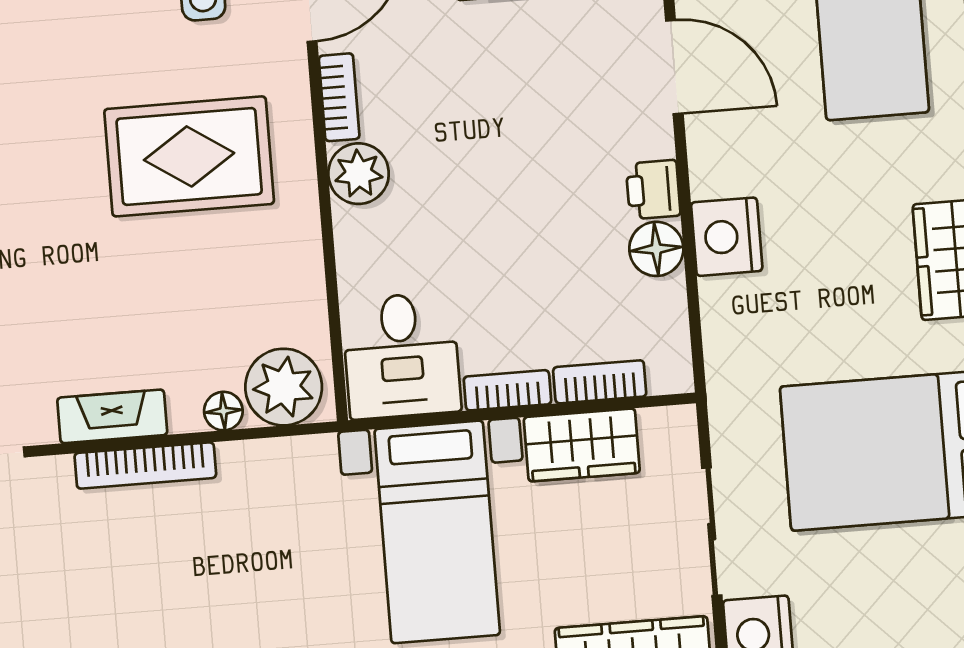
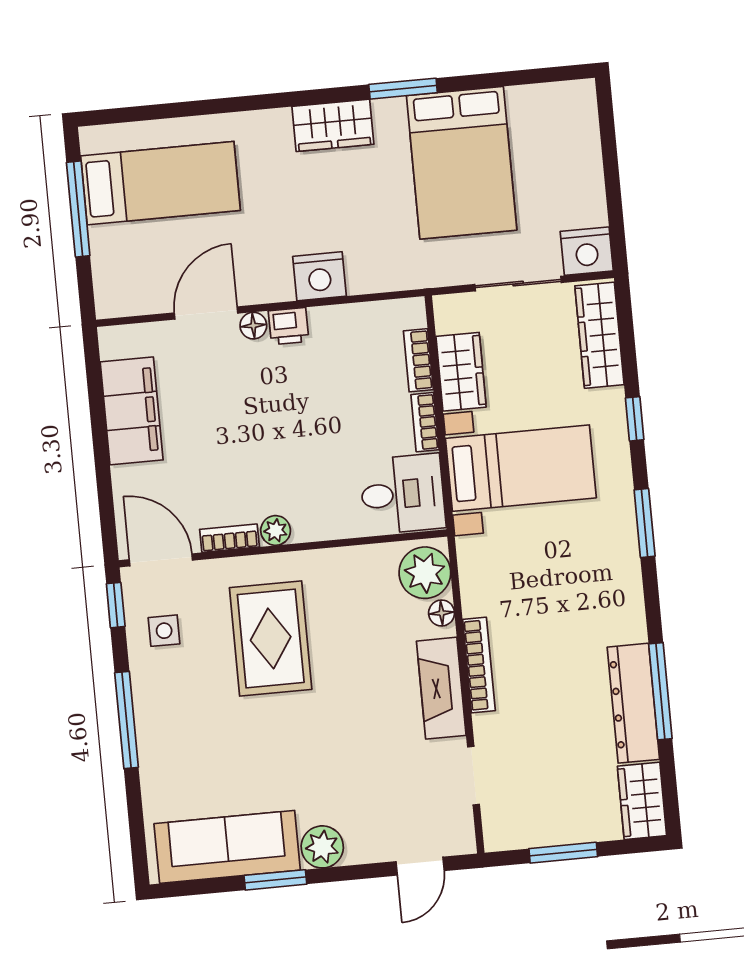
plant: (359, 174) -> (276, 530), width x0.73, depth x0.73
floor lamp: (656, 249) -> (253, 326), moved, width x0.73, depth x0.73
fireplace: (112, 416) -> (441, 688), width x1.37, depth x1.32

